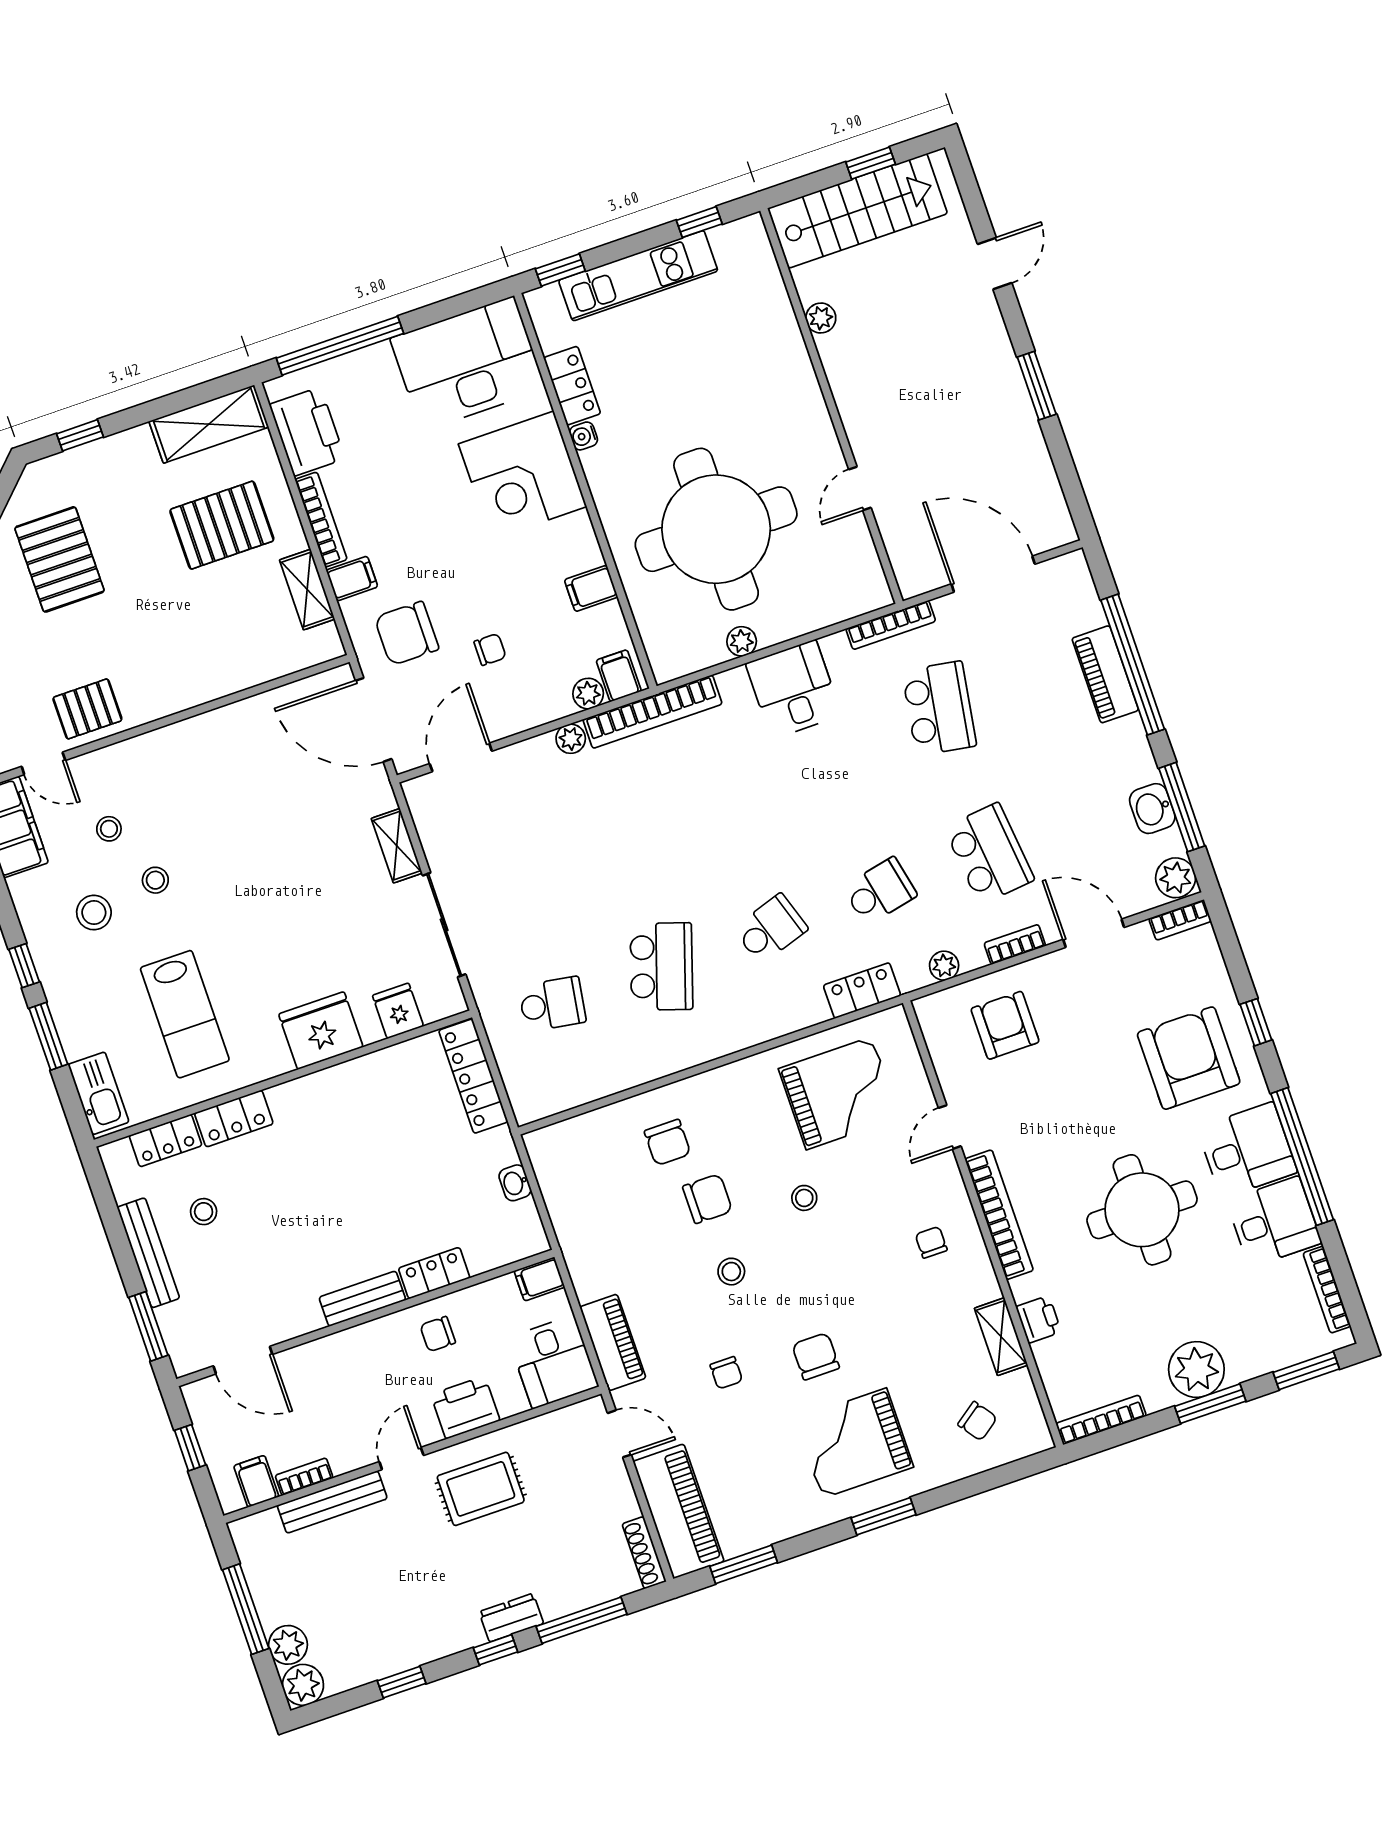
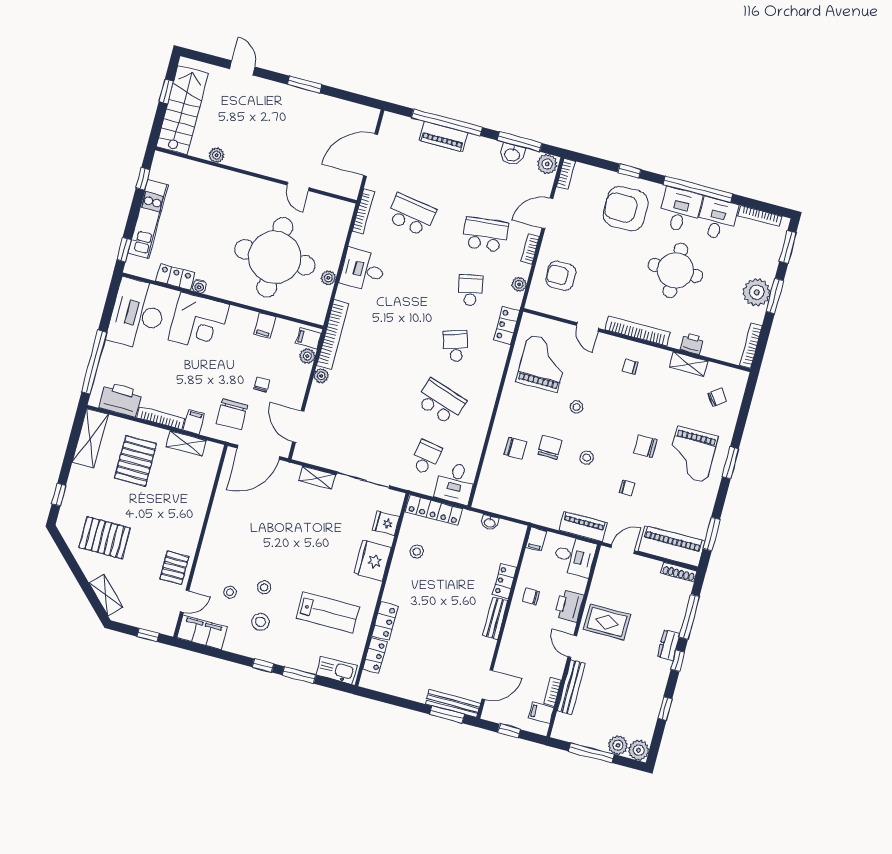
desk: (543, 1082) -> (455, 483), added
stool: (204, 1212) -> (417, 552), moved
bench: (148, 1253) -> (453, 704), moved
chair: (438, 1334) -> (531, 597), turned 90
rug: (481, 1489) -> (607, 622), turned 90

